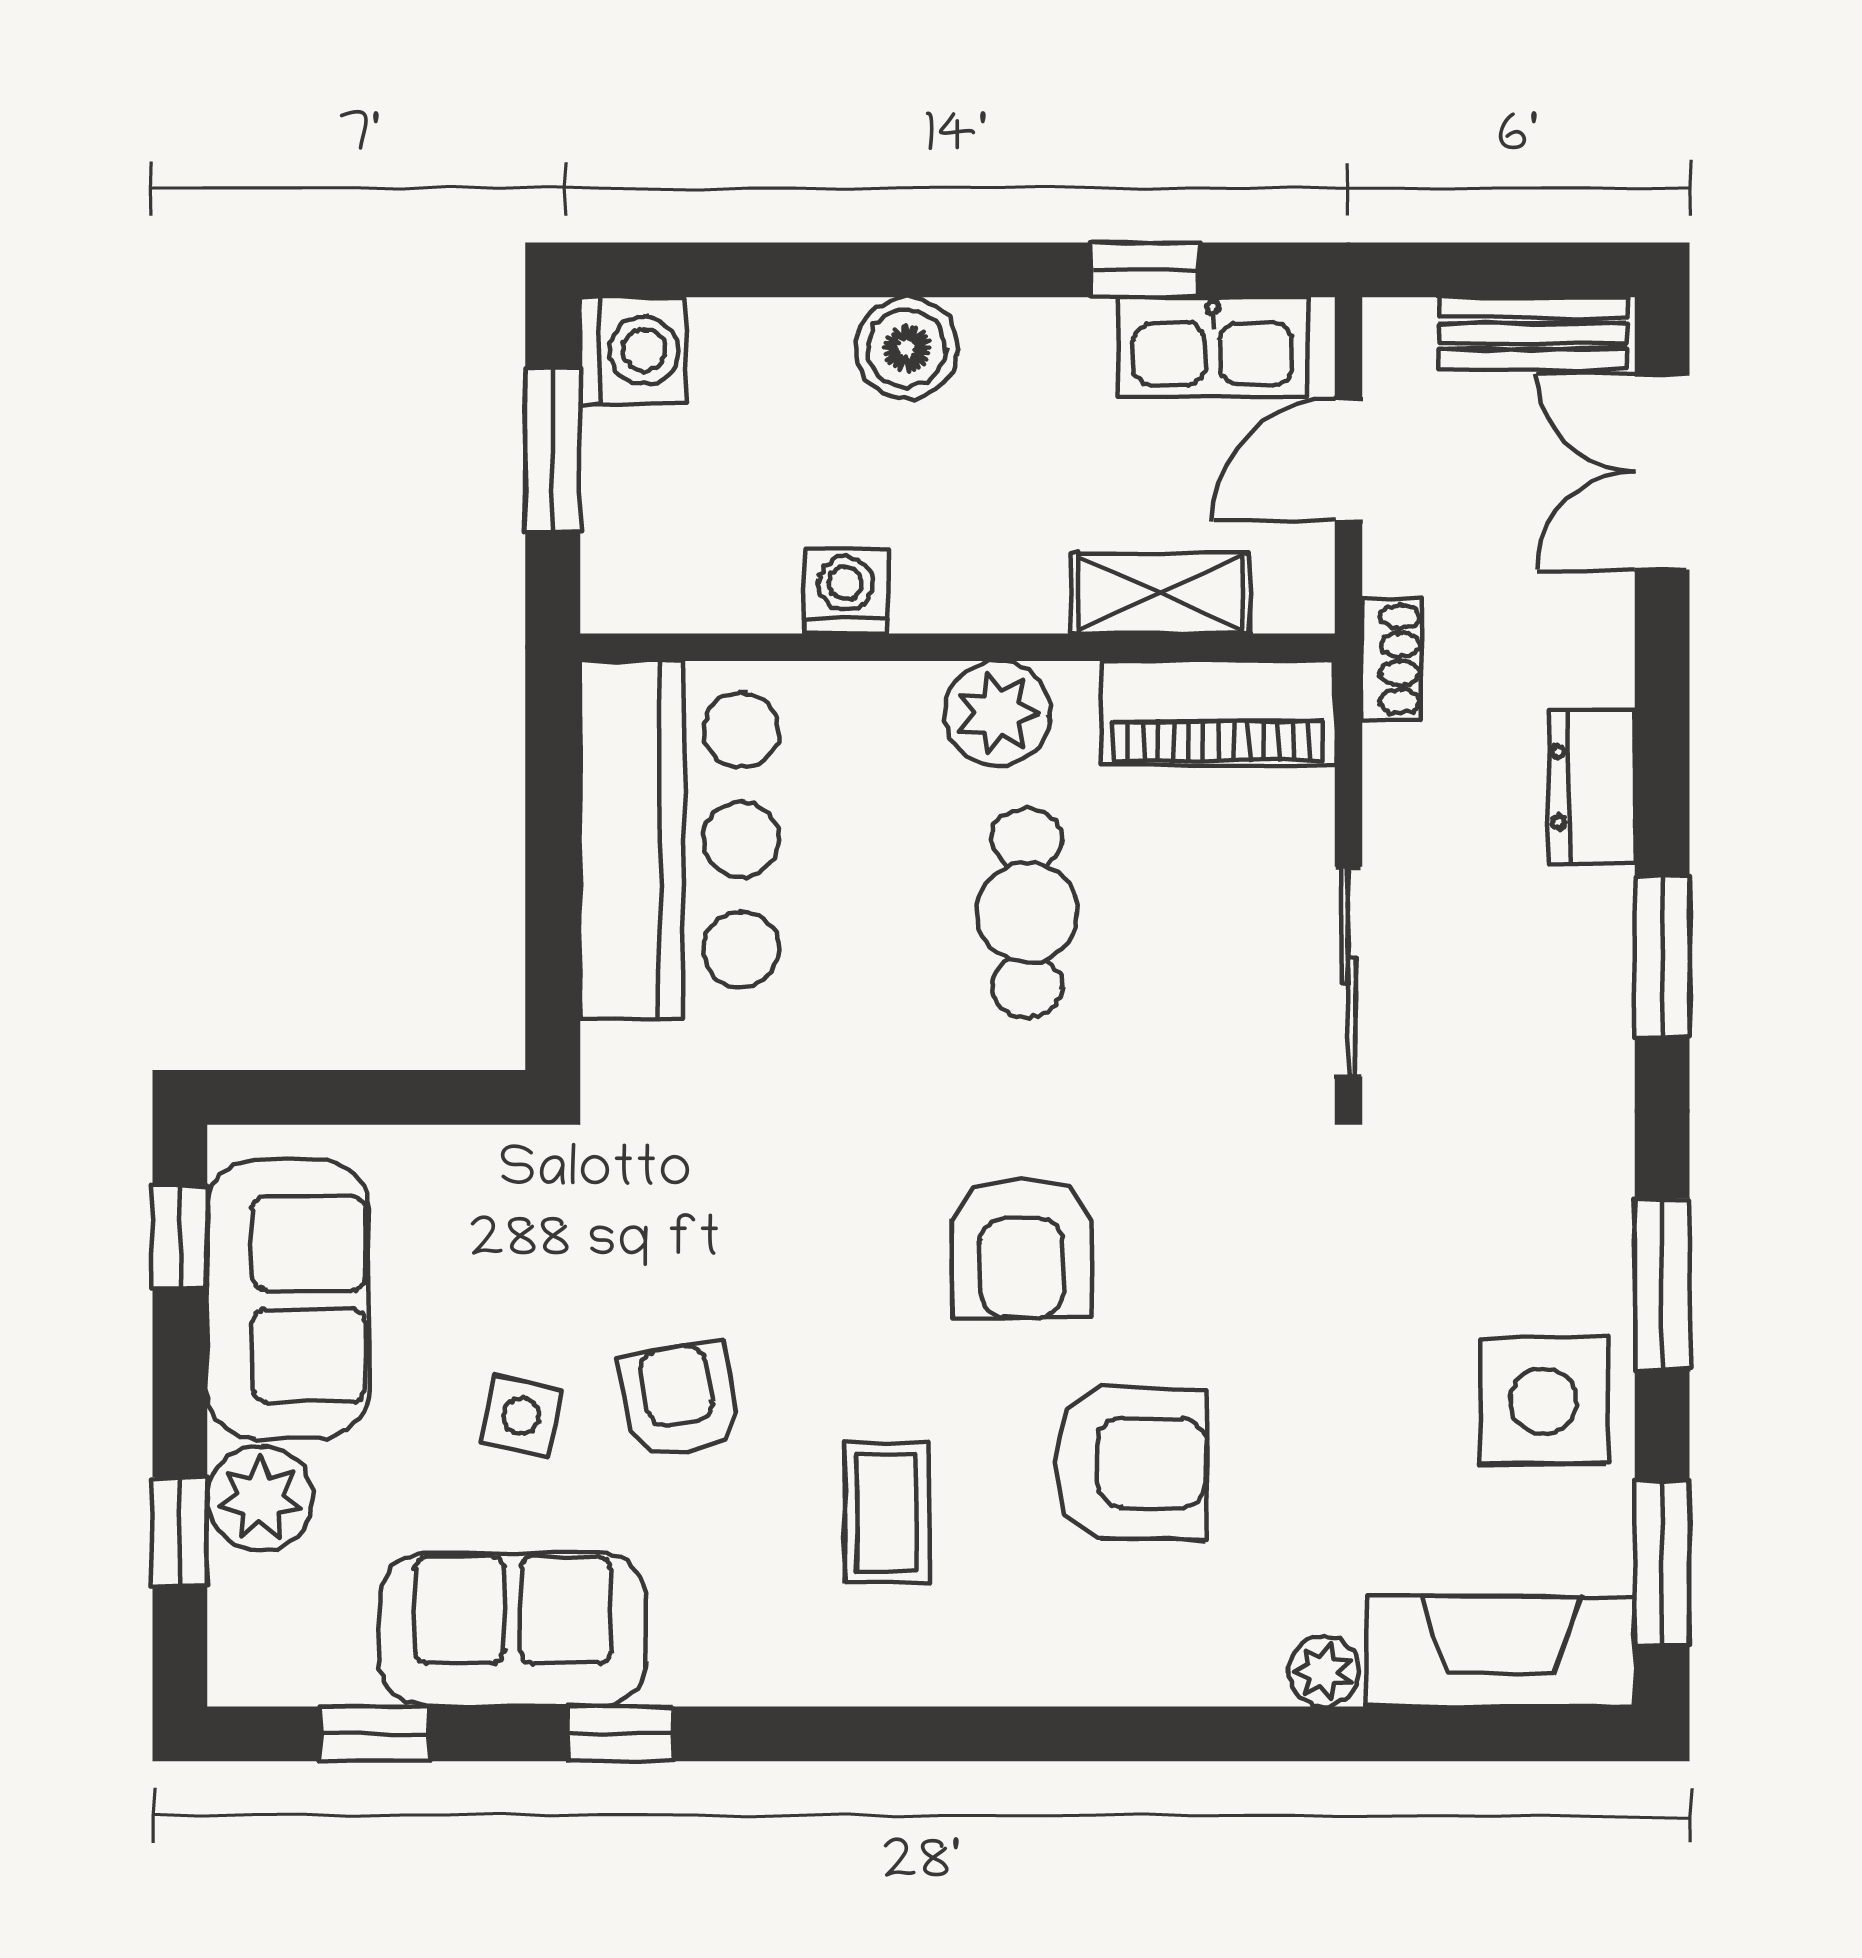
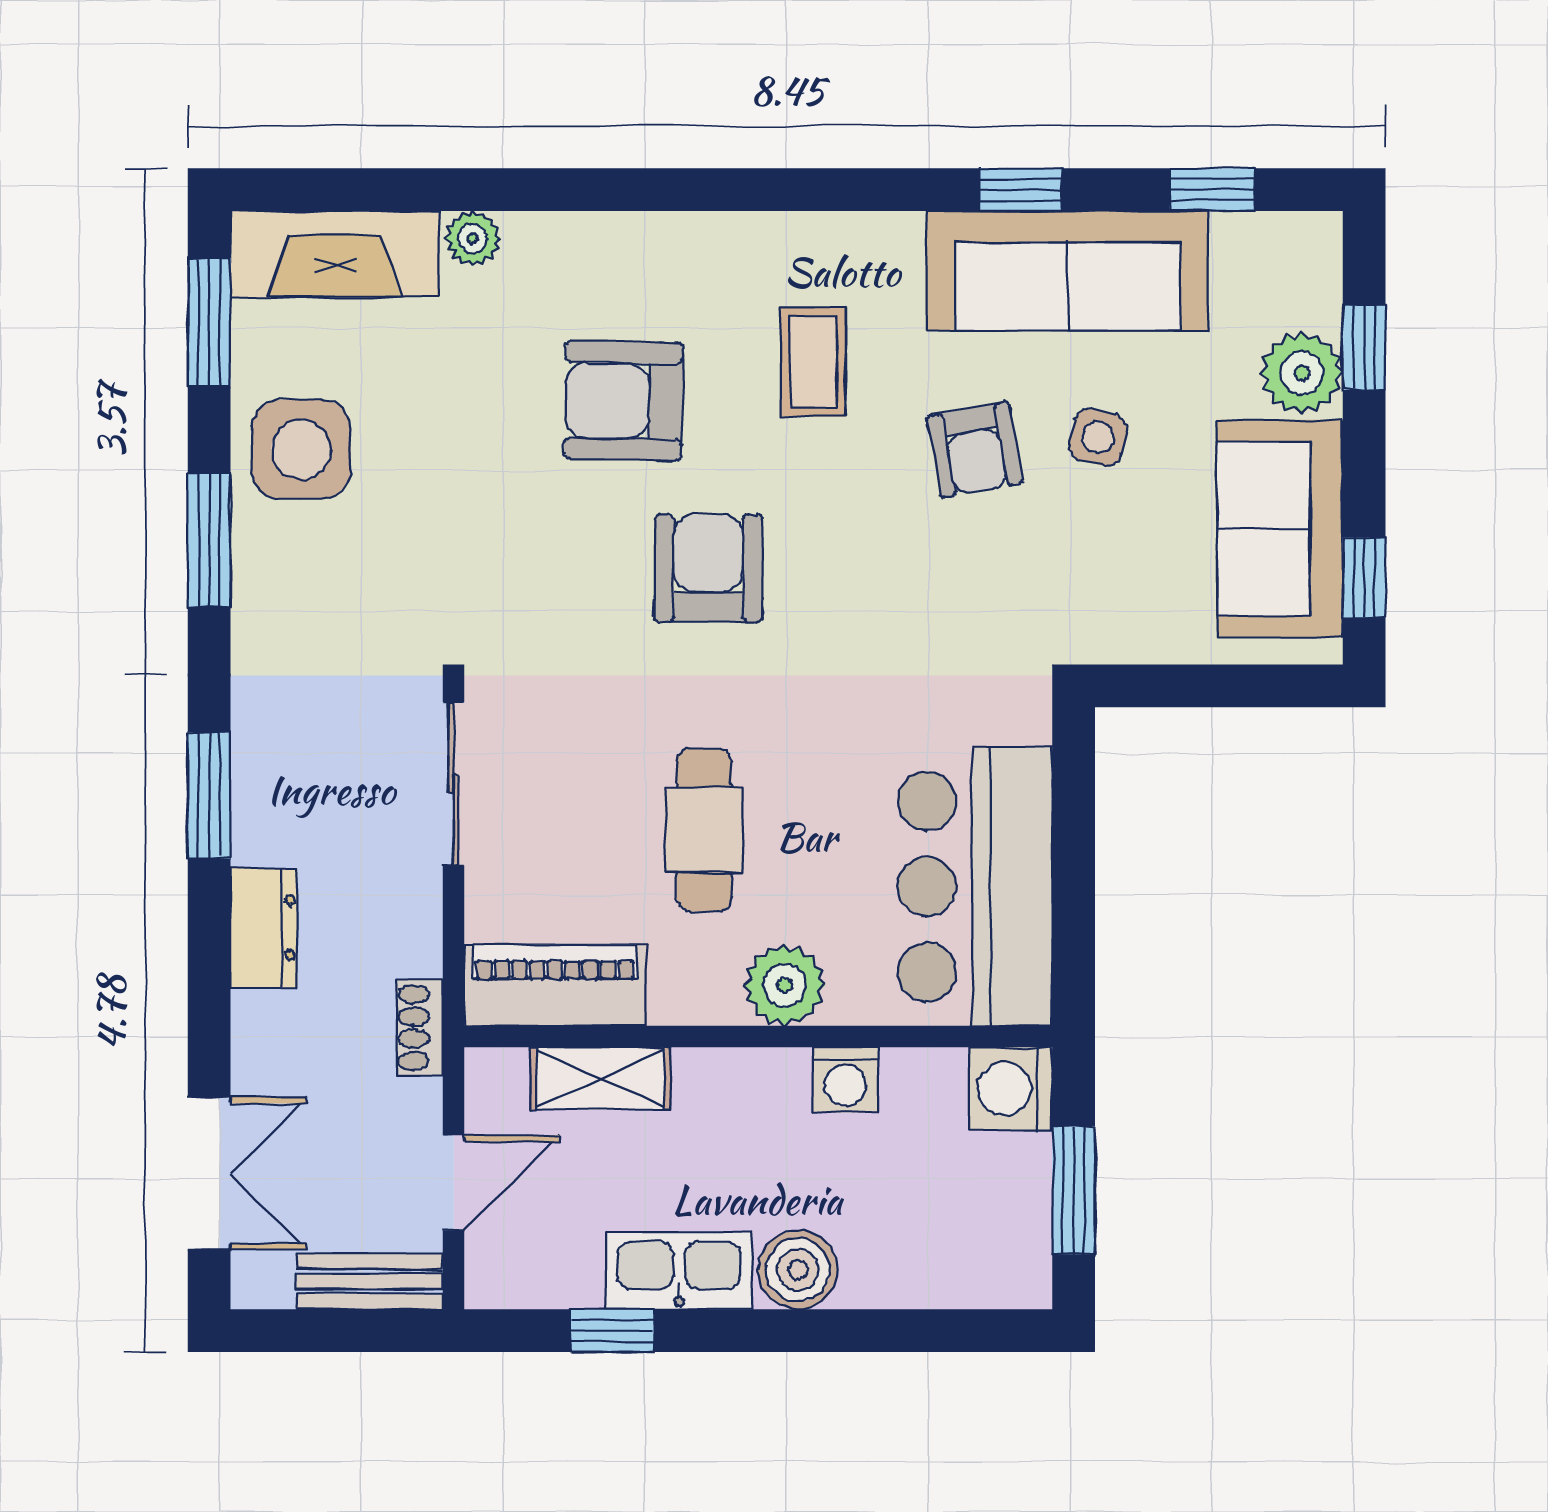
bench: (1533, 333) -> (370, 1281), moved
kitchen sink: (1213, 347) -> (679, 1271), moved
washing machine: (633, 350) -> (1011, 1089), moved
plant: (998, 713) -> (785, 985), moved
sofa: (512, 1630) -> (1068, 271), width x1.36

